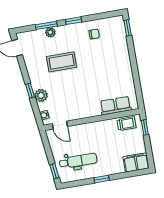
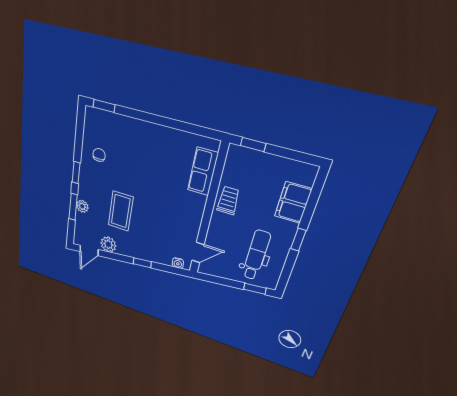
plant: (41, 95) -> (108, 244), moved
trolley: (126, 124) -> (228, 201), moved
filing cabinet: (136, 162) -> (293, 202), moved

